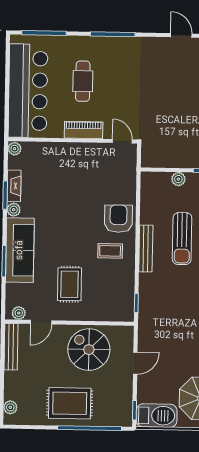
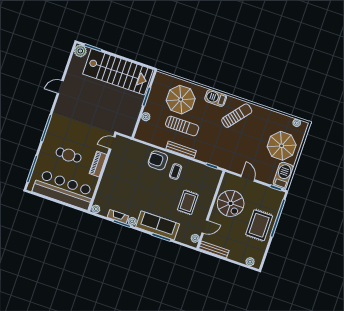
rug: (69, 284) -> (188, 202), turned 90
door: (41, 322) -> (205, 227), hinge flipped
spiral stairs: (89, 350) -> (231, 203), turned -90

